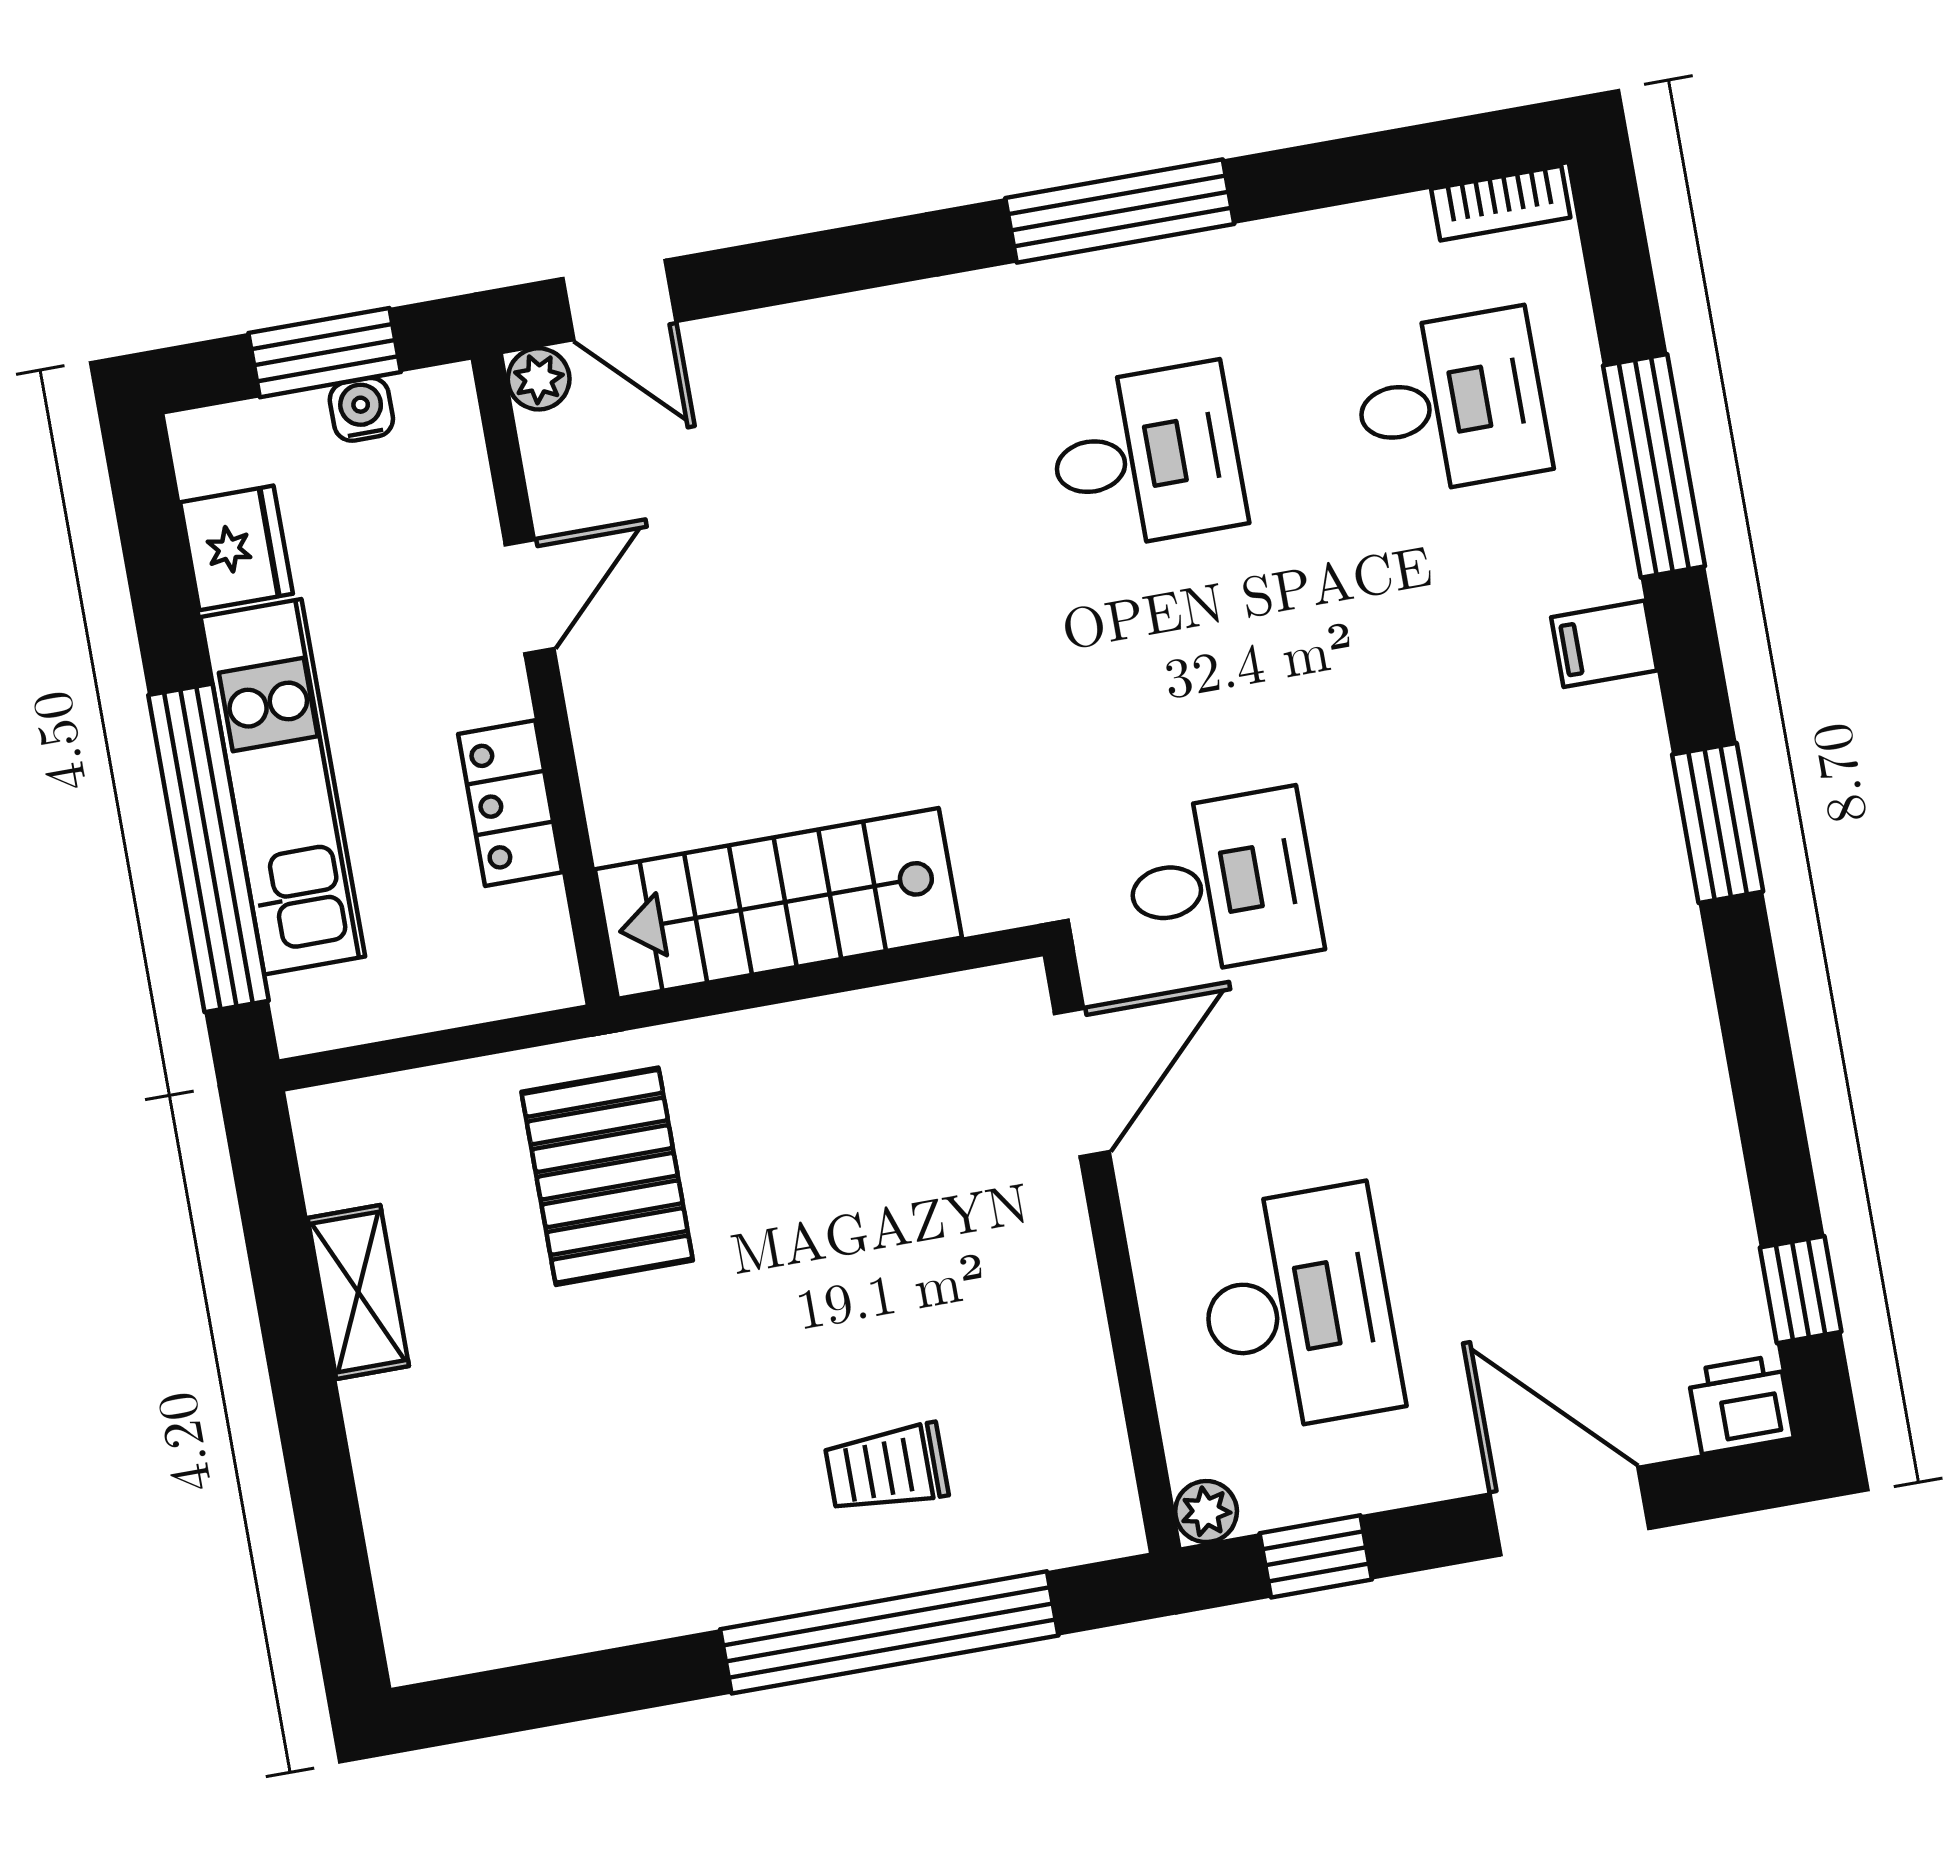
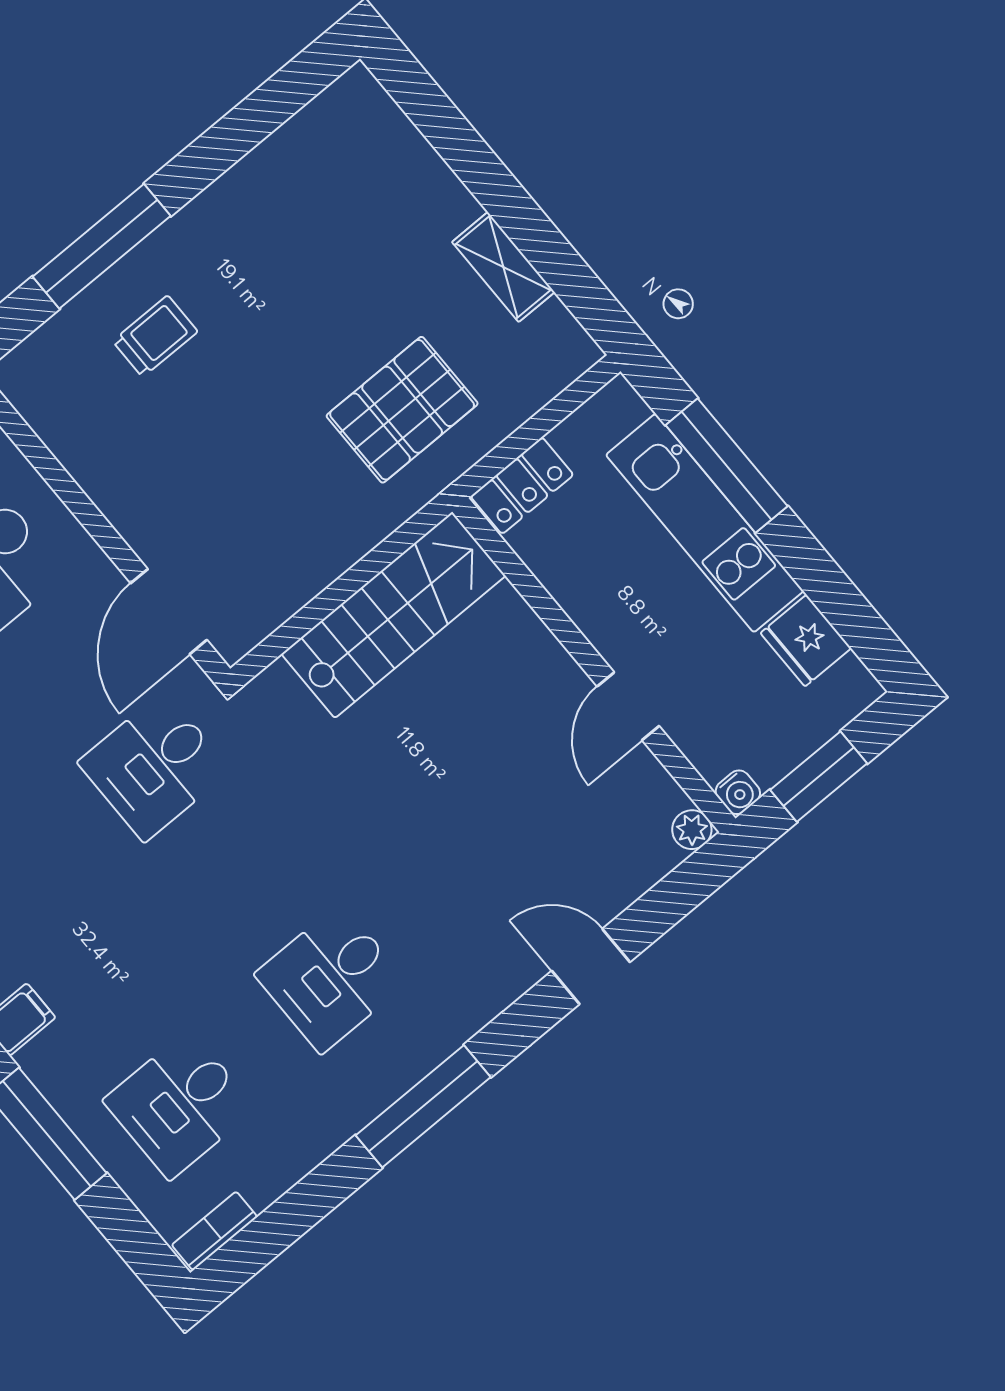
door: (619, 300) -> (591, 966), moved
water cooler: (361, 409) -> (738, 792), moved
locker: (510, 803) -> (522, 486), moved, turned 90
window: (209, 848) -> (727, 466), width x0.68
pallet: (607, 1176) -> (402, 410), turned 90
window: (889, 1632) -> (102, 246), width x0.68

